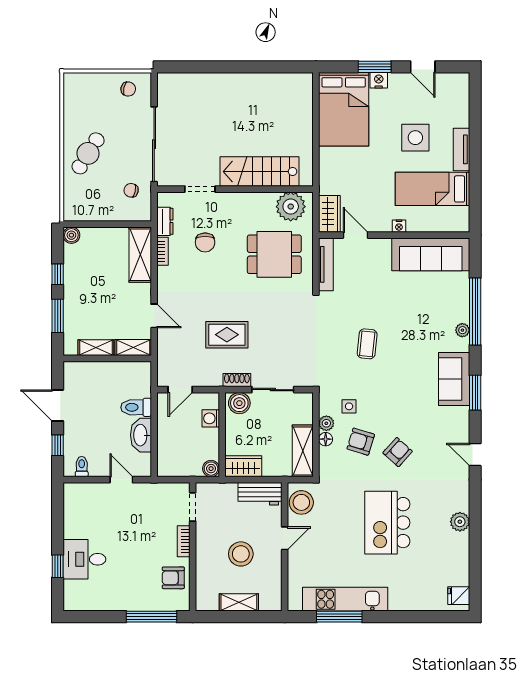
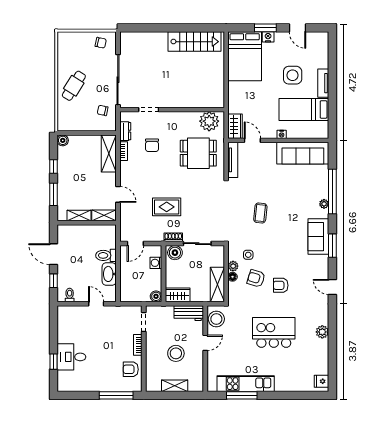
stairs: (260, 172) -> (194, 42), moved, turned 180
armchair: (398, 452) -> (281, 285), turned -132
kitchen island: (387, 523) -> (274, 332), turned 90

